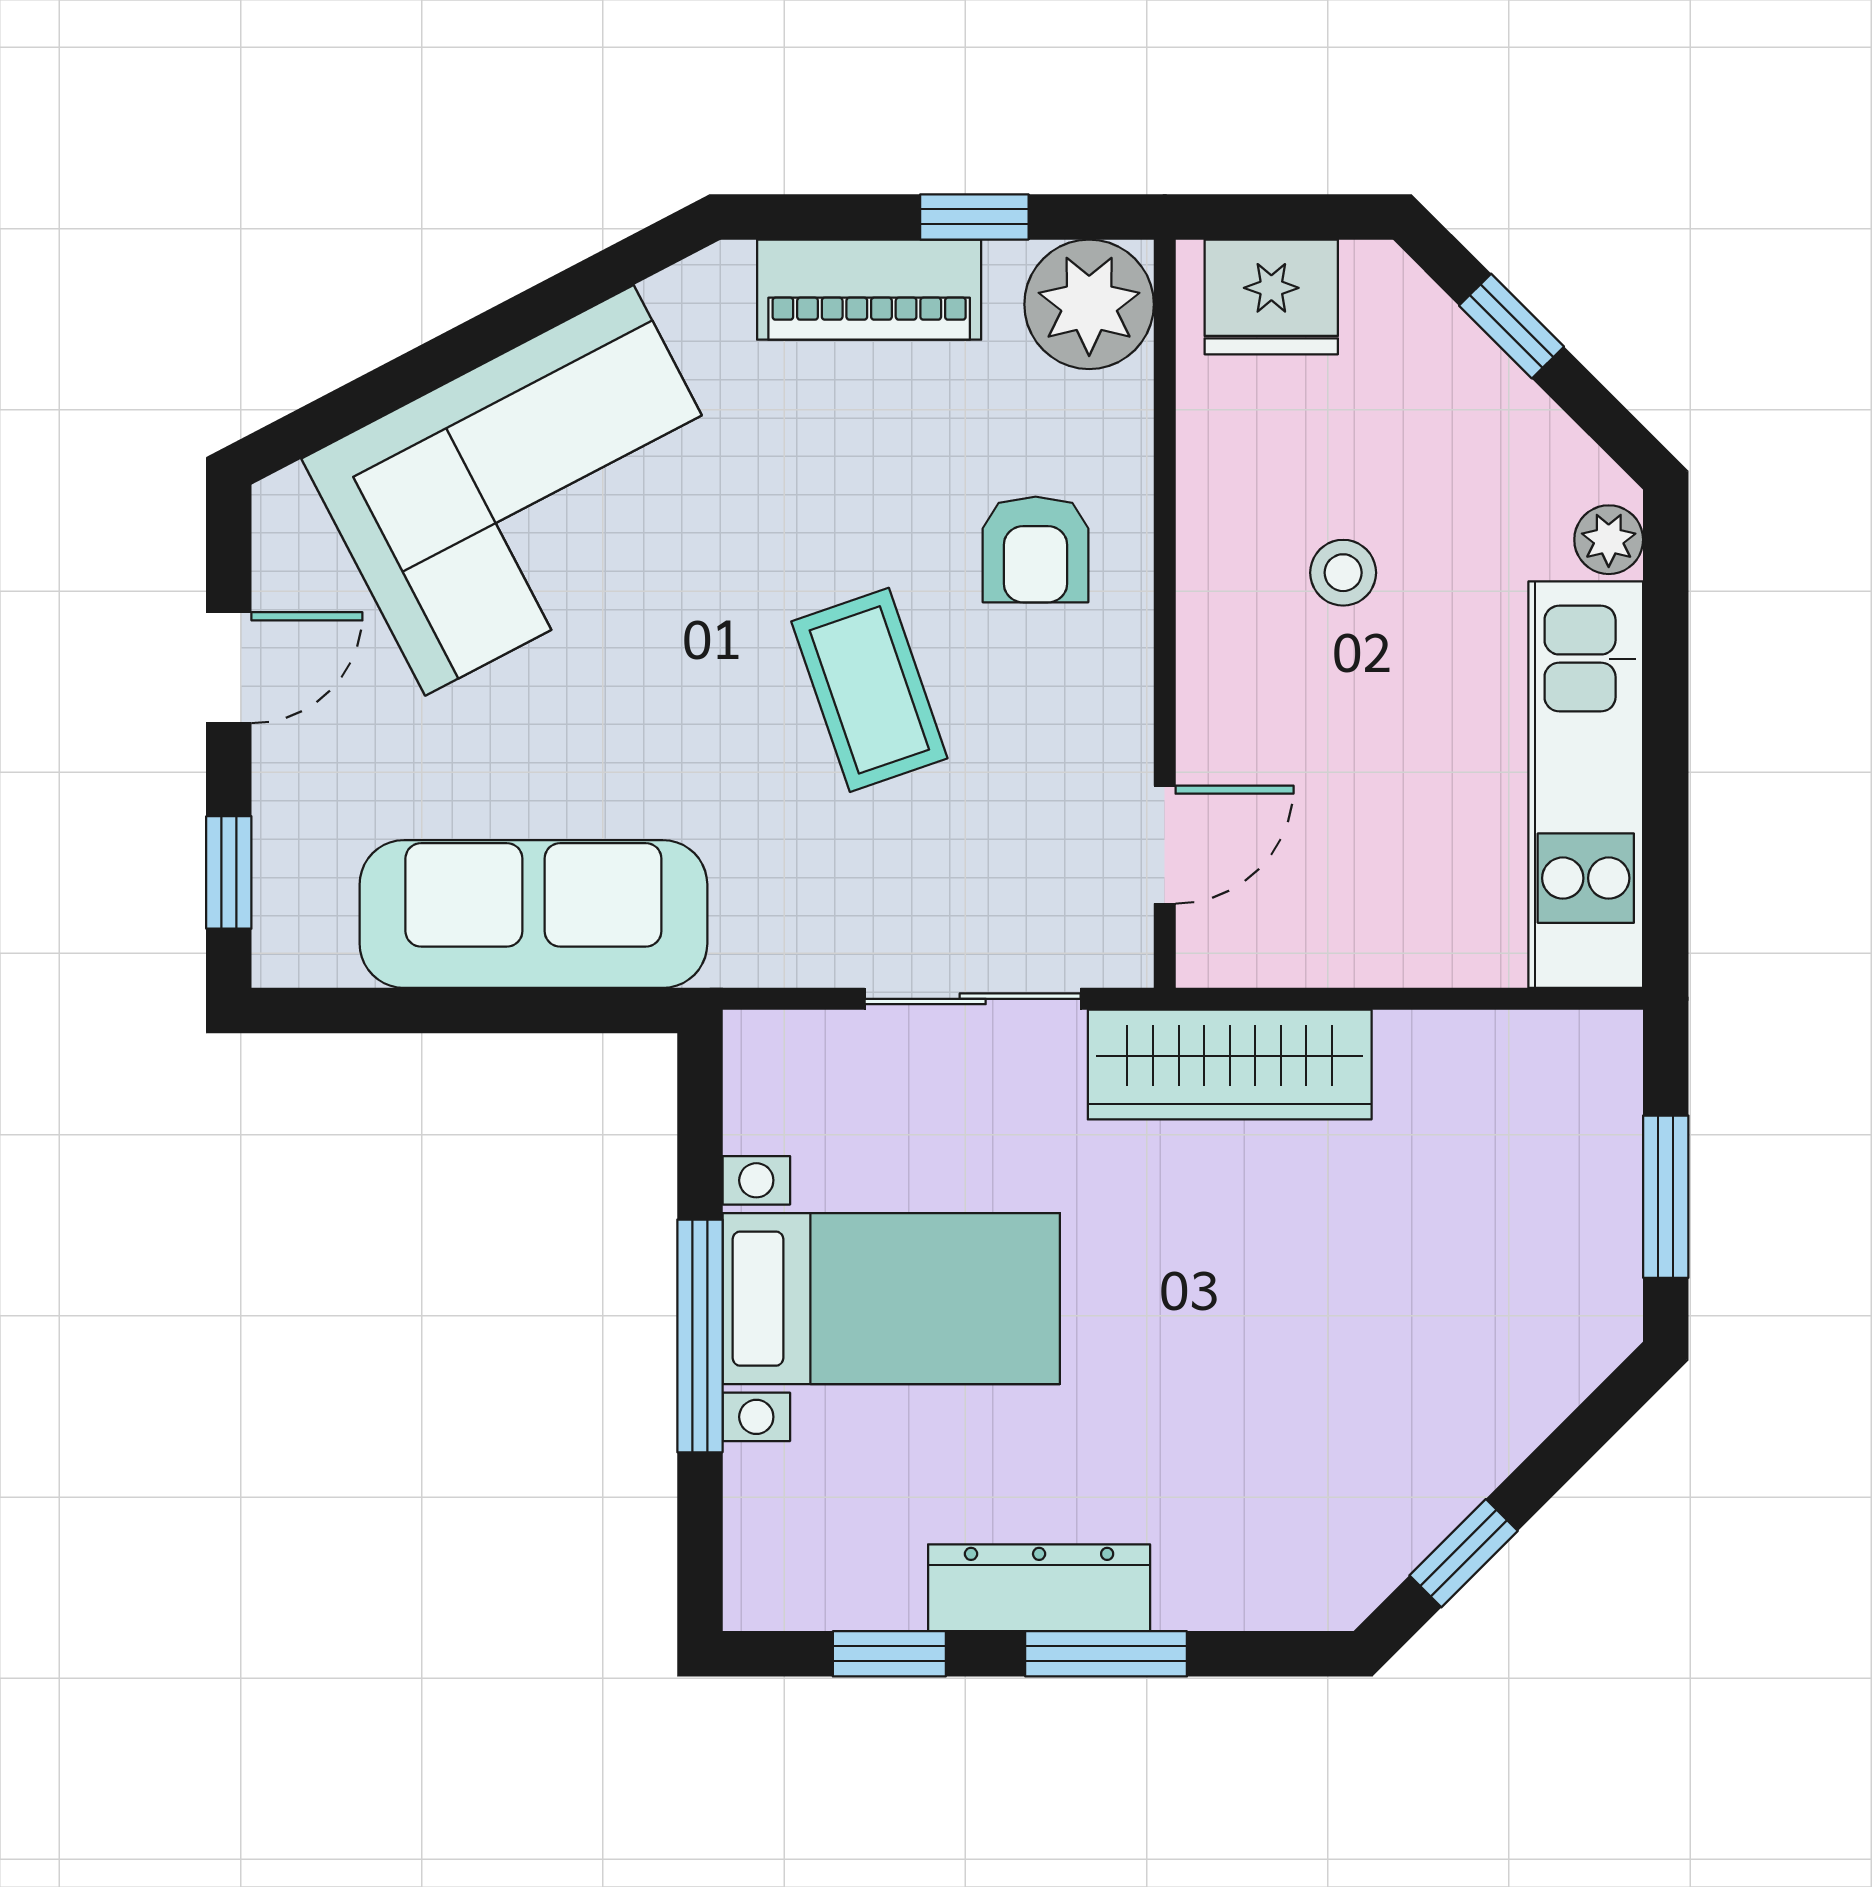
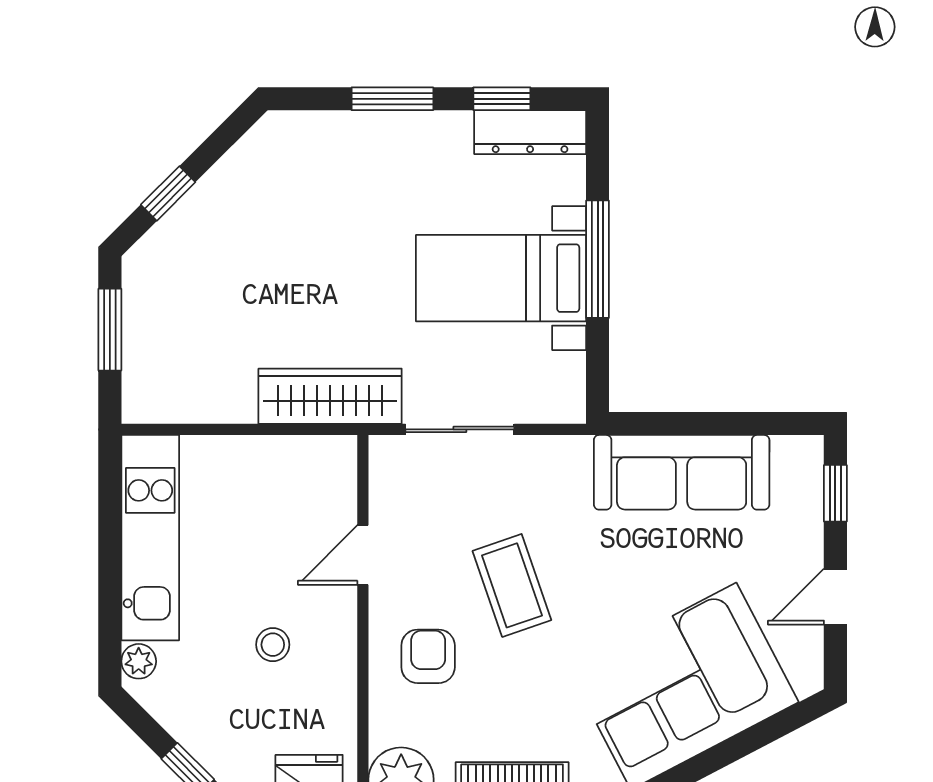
door: (1165, 845) -> (363, 555), moved
window: (1464, 1553) -> (168, 193), moved
dresser: (1039, 1588) -> (530, 132), moved

